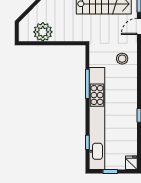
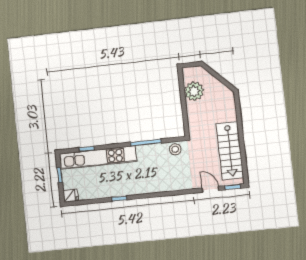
stool: (122, 59) -> (175, 149), moved
kitchen unit: (97, 119) -> (98, 157), width x0.73

